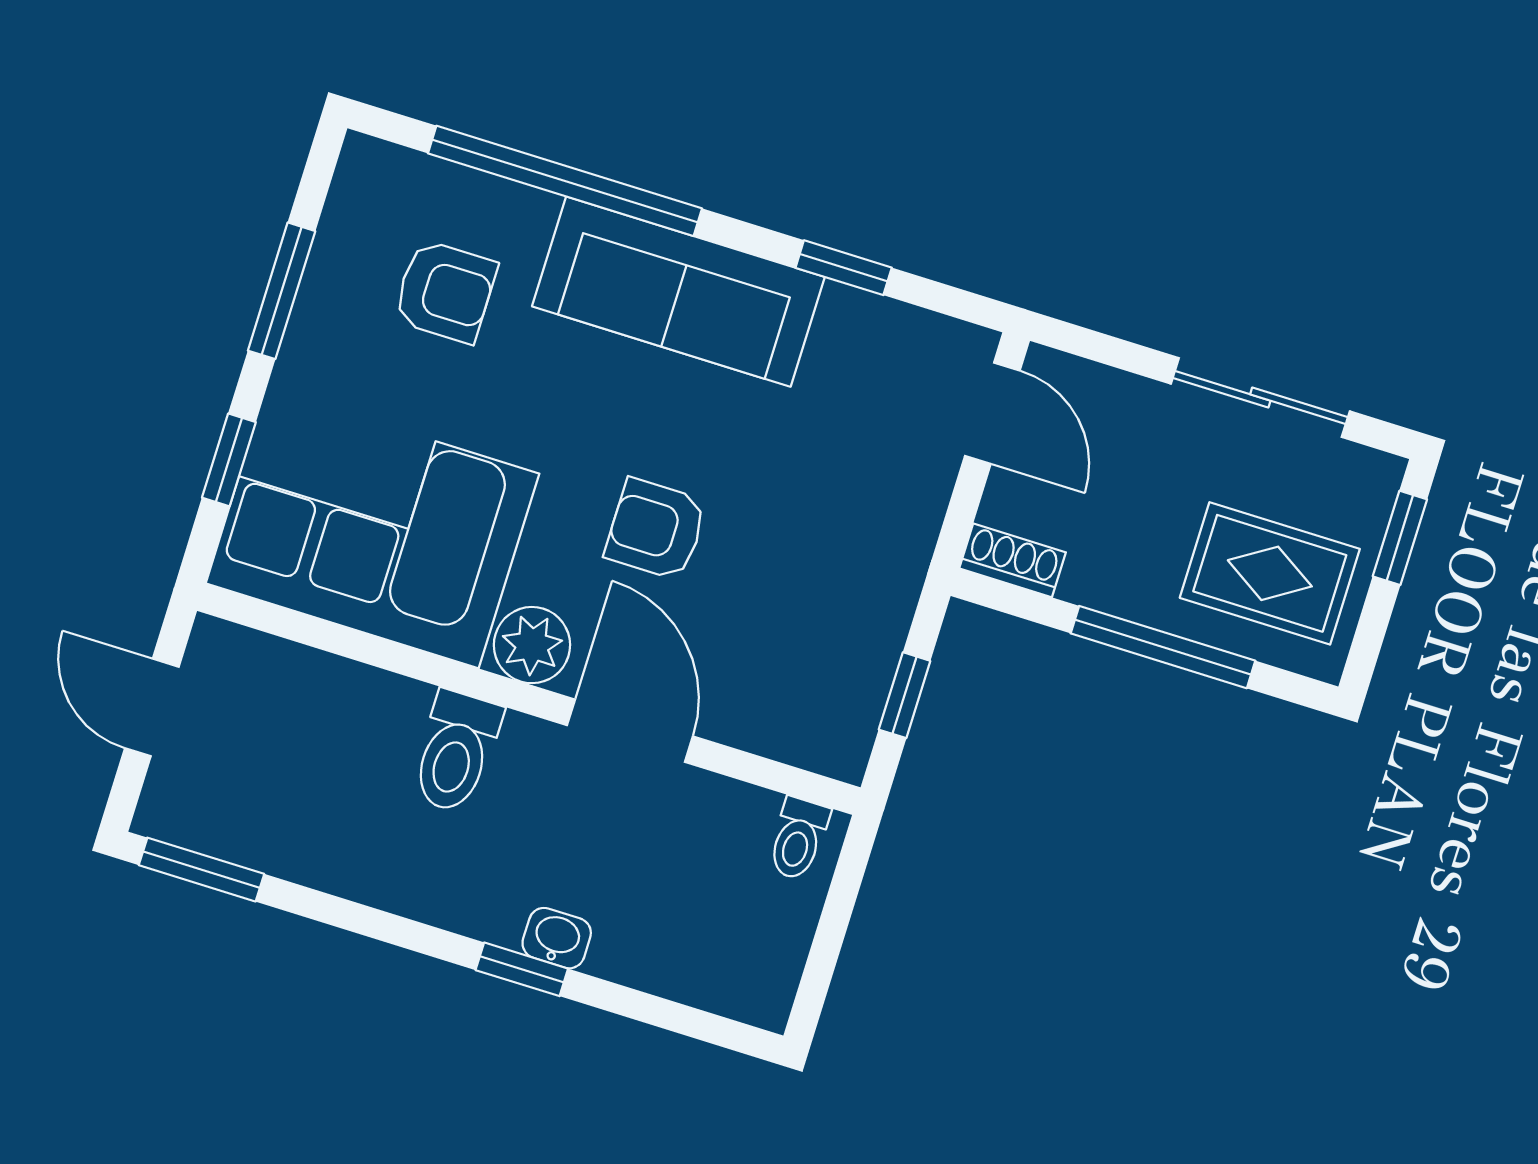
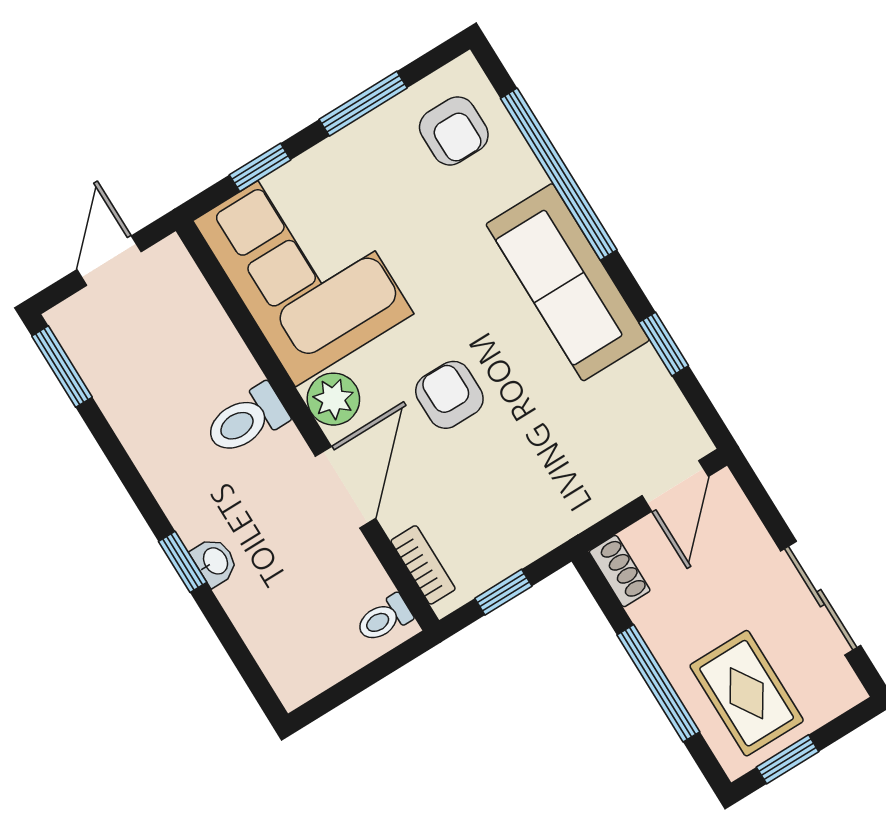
armchair: (445, 291) -> (454, 131), moved
window: (1400, 538) -> (788, 759), moved
bookcase: (790, 742) -> (423, 565), added

